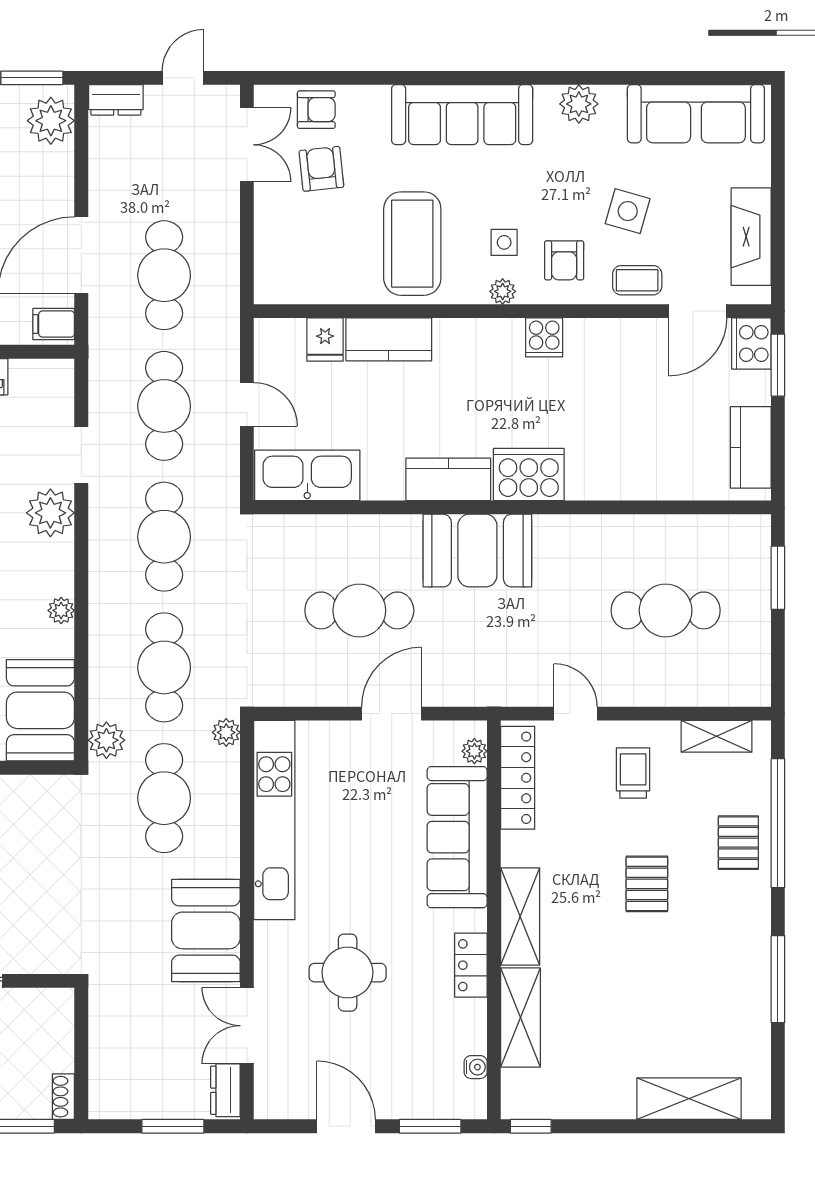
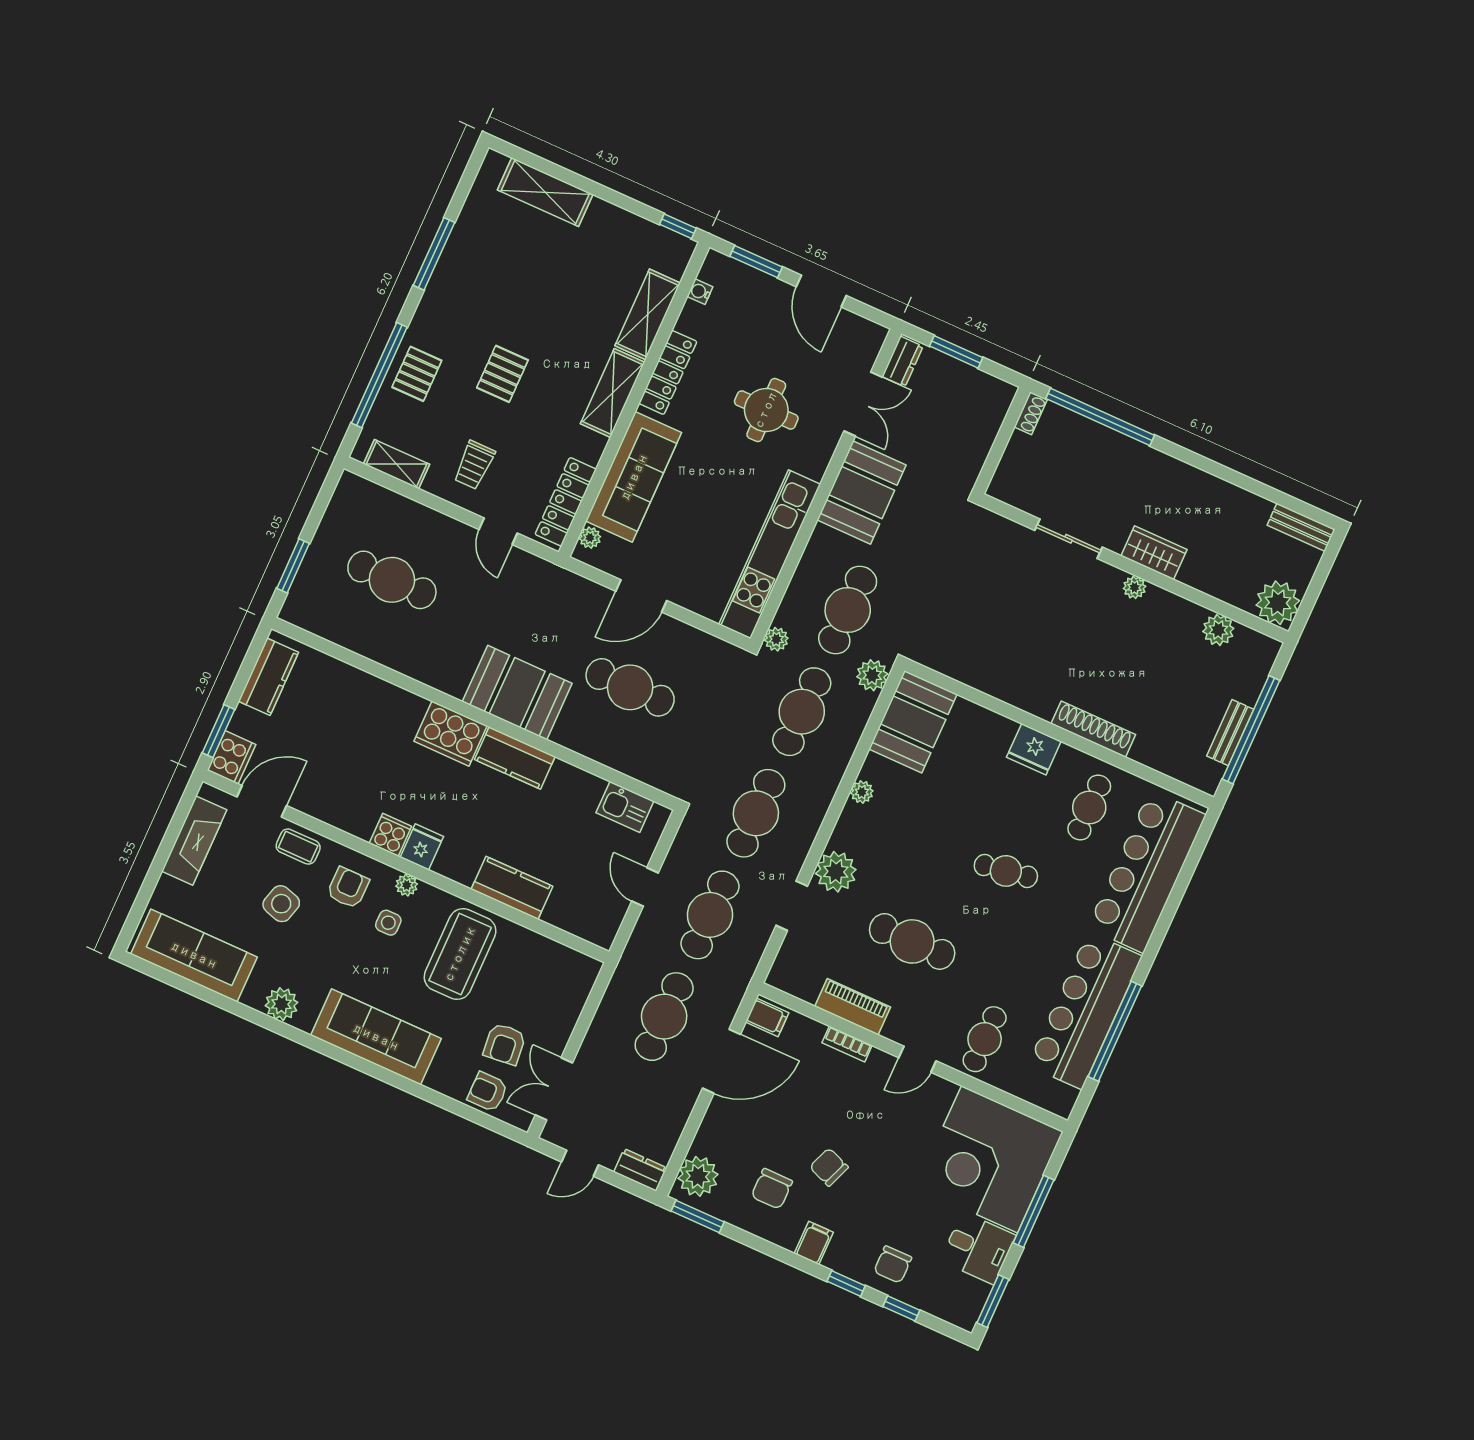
fridge: (325, 340) -> (422, 847), moved
kitchen sink: (307, 475) -> (625, 807), width x0.53, depth x0.81
locker: (471, 965) -> (668, 372), width x1.53

